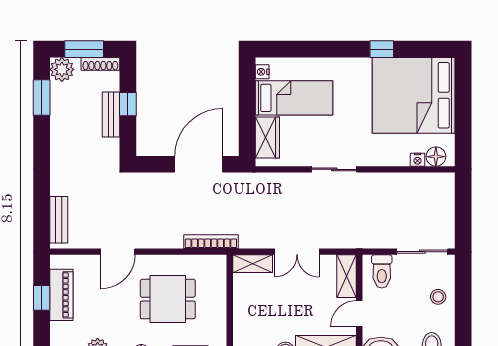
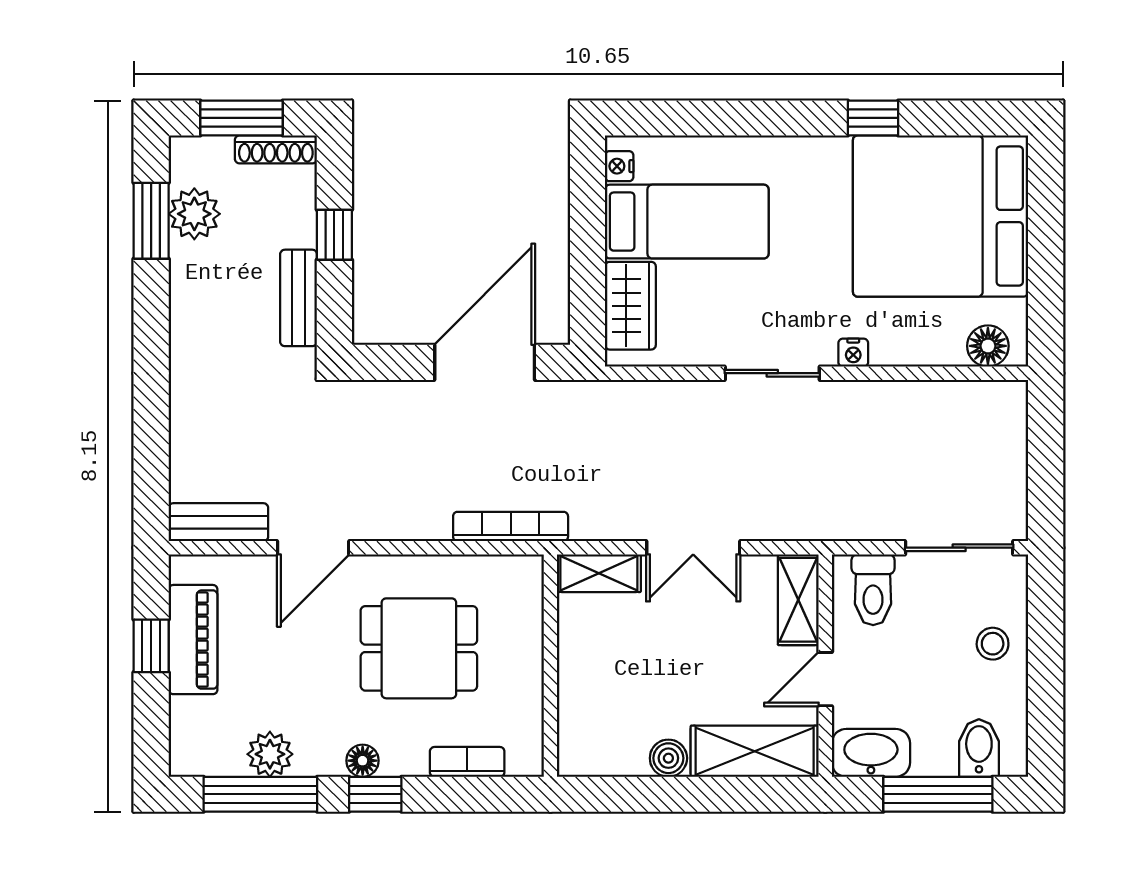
plant: (62, 69) -> (194, 214), moved
bench: (111, 115) -> (299, 298), moved
nightstand: (418, 160) -> (853, 353), moved
bench: (59, 220) -> (218, 522), moved, turned 90

